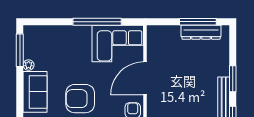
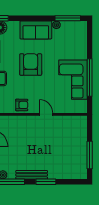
dresser: (201, 32) -> (82, 157), removed
corner sofa: (118, 43) -> (73, 80), moved
door: (145, 78) -> (46, 114), width x0.53

